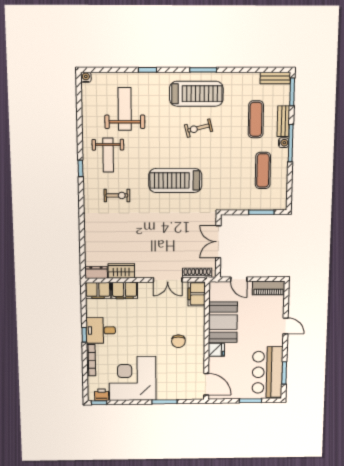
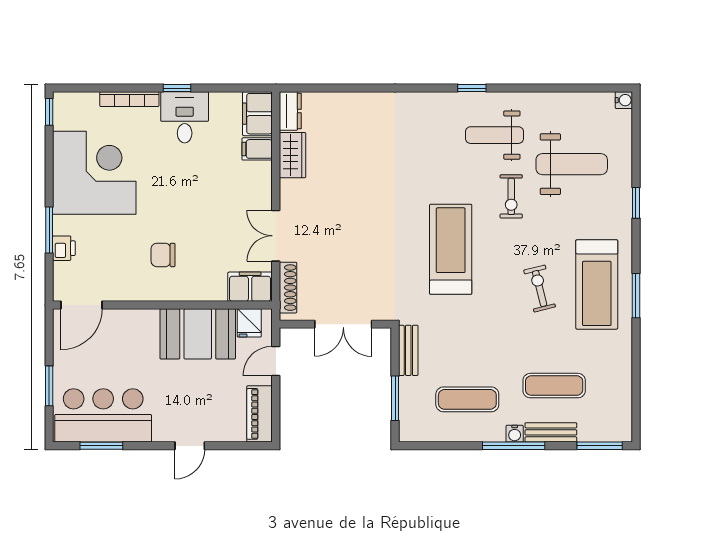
bench: (275, 78) -> (408, 350), moved
exercise bike: (117, 195) -> (511, 196), moved
double door: (218, 242) -> (343, 324), swing flipped
filing cabinet: (125, 291) -> (257, 149), width x0.50
fridge: (216, 350) -> (249, 323), moved
printer: (102, 395) -> (64, 248), moved

